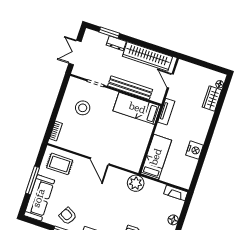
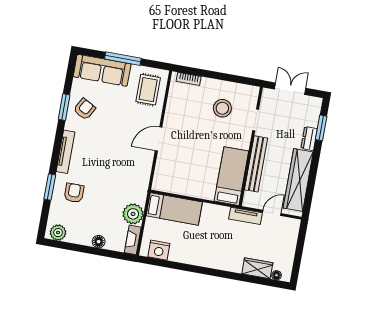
tv unit: (166, 112) -> (246, 216), moved
nightstand: (195, 150) -> (159, 250), moved
plant: (136, 183) -> (133, 214), moved

